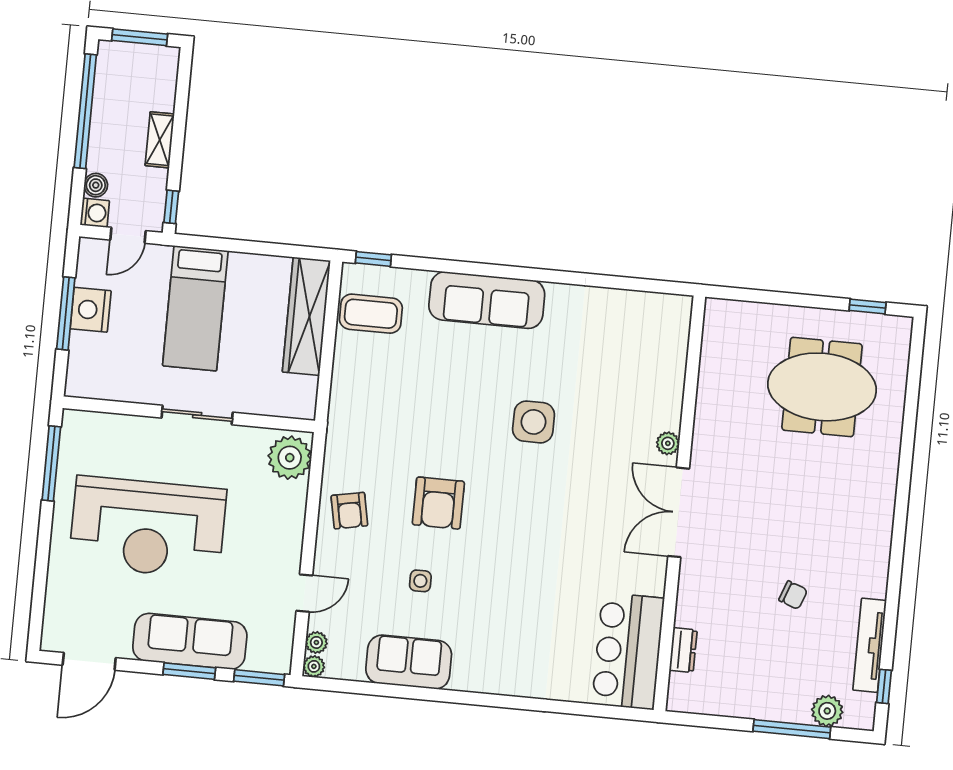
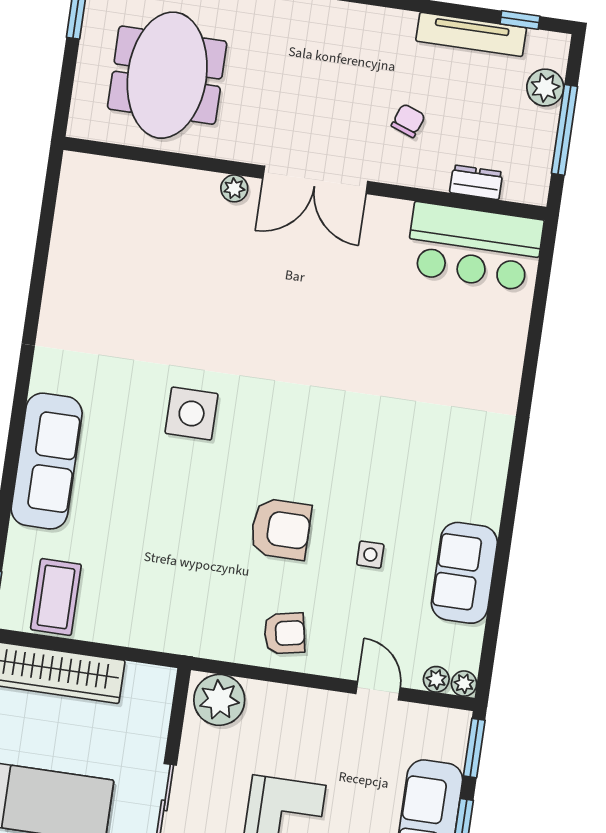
plant: (668, 443) -> (234, 188), moved
wall: (679, 503) -> (305, 178), moved
double door: (679, 512) -> (315, 180), moved
dresser: (683, 650) -> (476, 182), moved
bar counter: (628, 651) -> (474, 247), moved

